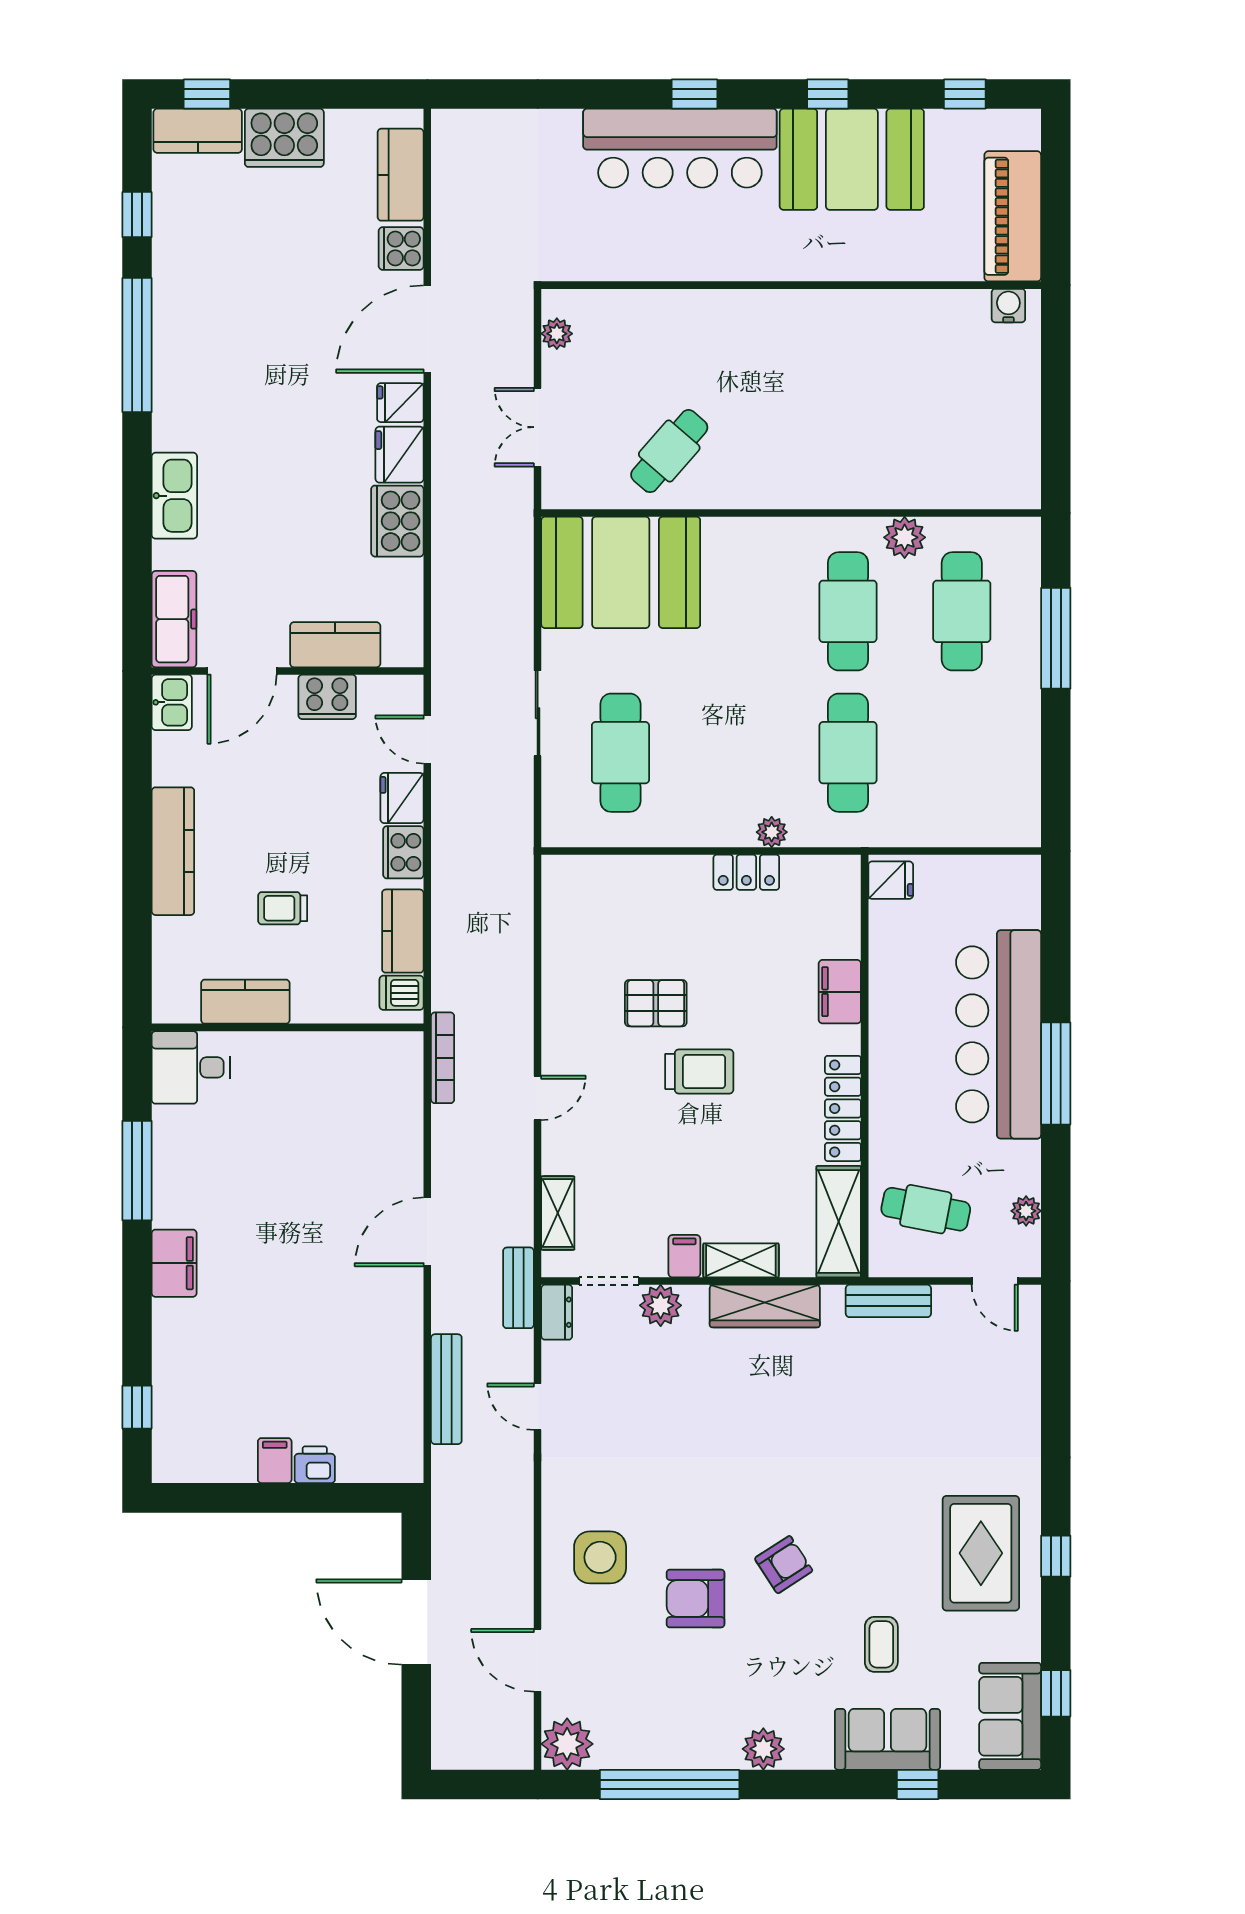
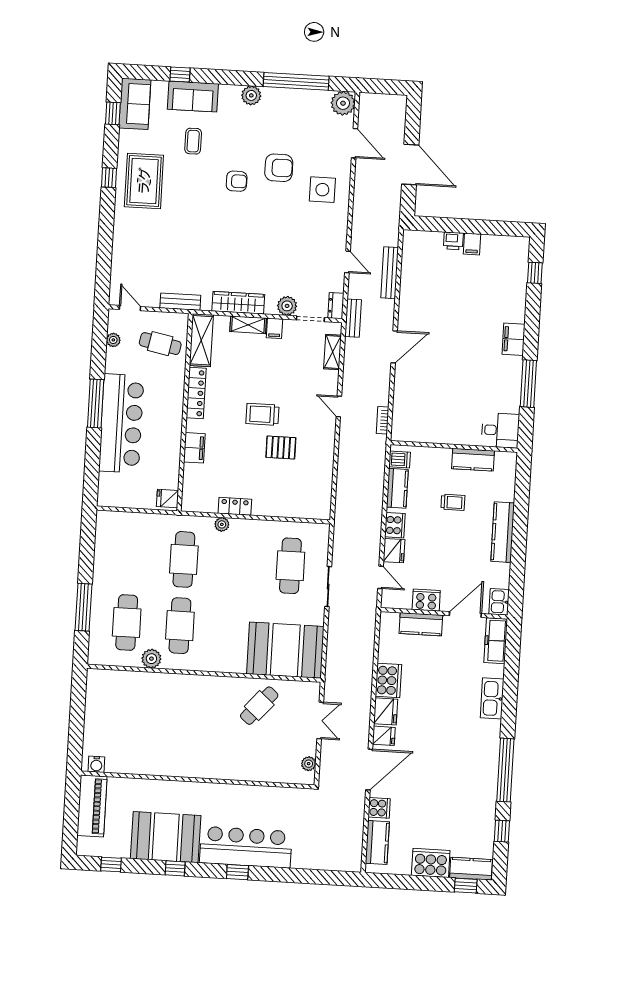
bookcase: (443, 1058) -> (383, 420), width x0.64
door: (538, 1098) -> (339, 406), hinge flipped
armchair: (784, 1565) -> (237, 181), turned -147

